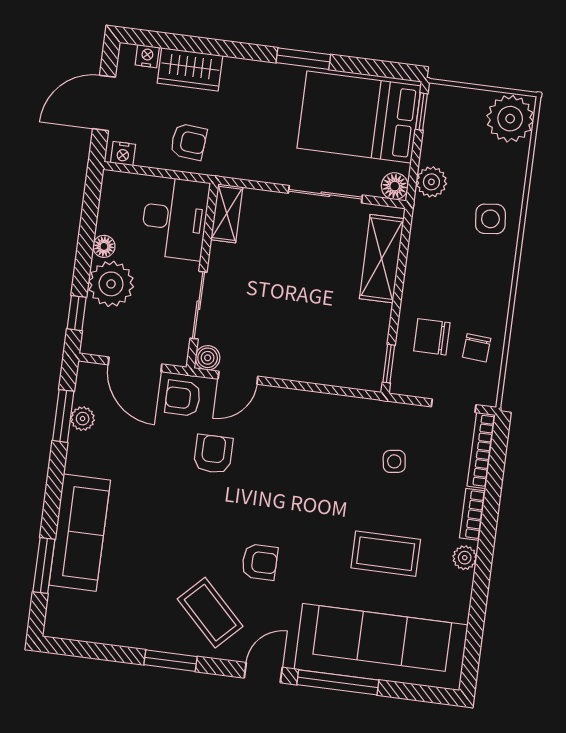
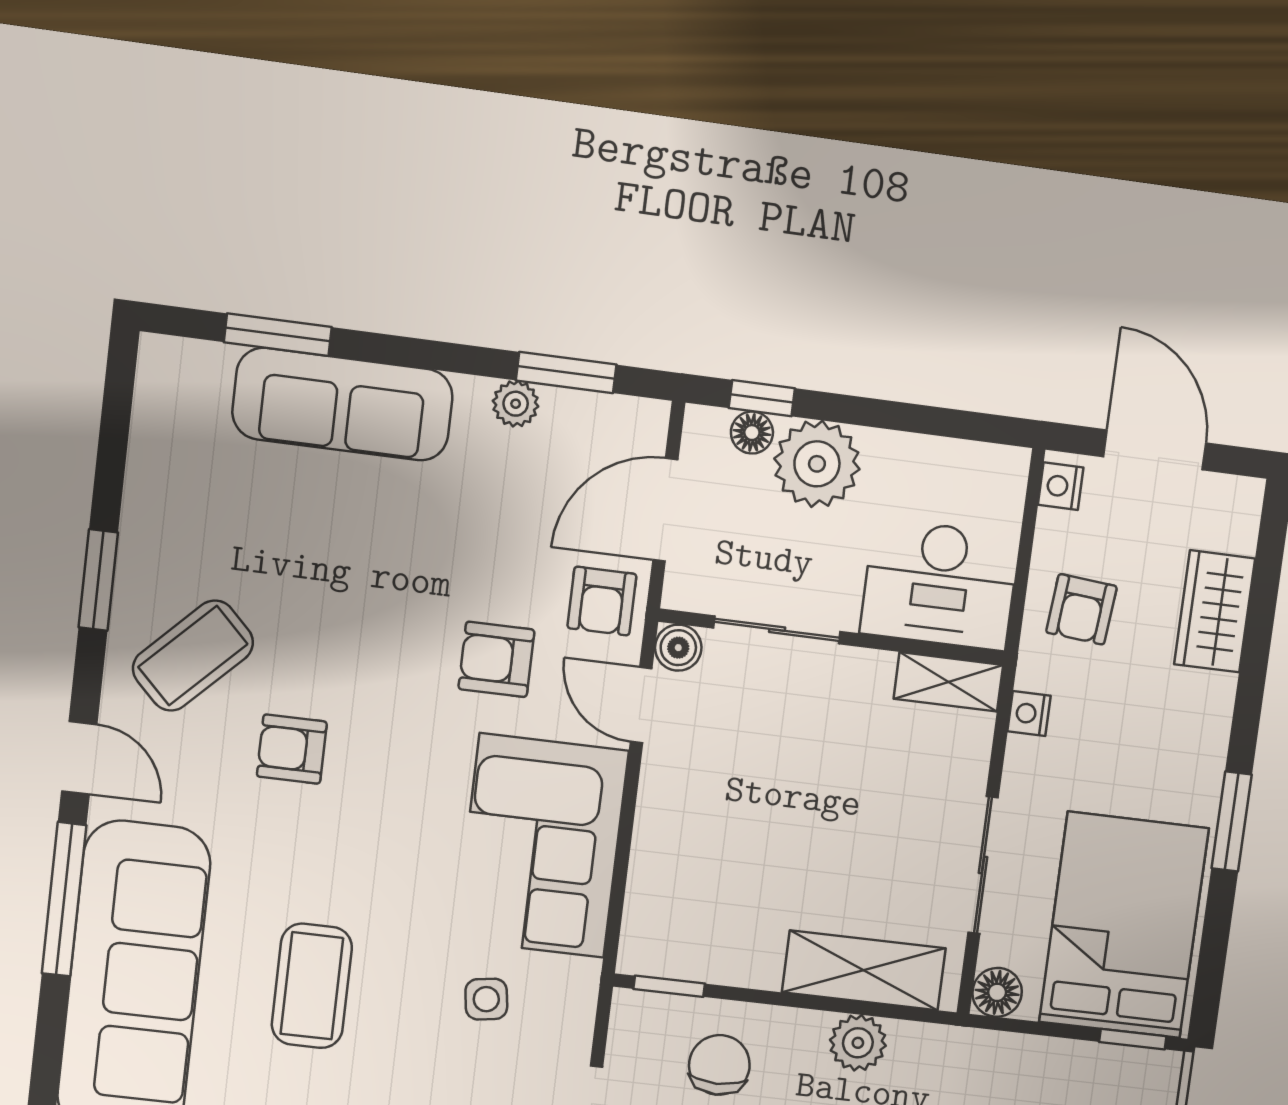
nightstand: (147, 56) -> (1029, 714), moved, turned 180
plant: (431, 182) -> (858, 1043), moved
floor lamp: (104, 246) -> (752, 433), moved
armchair: (183, 398) -> (602, 601), turned 180
plant: (83, 419) -> (516, 404), moved
corner sofa: (312, 431) -> (542, 846), added
armchair: (213, 454) -> (496, 659), turned 180
armchair: (260, 562) -> (292, 749), turned 90

